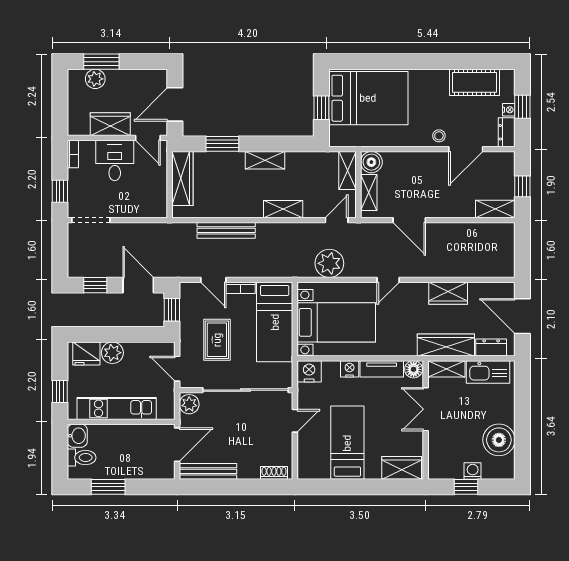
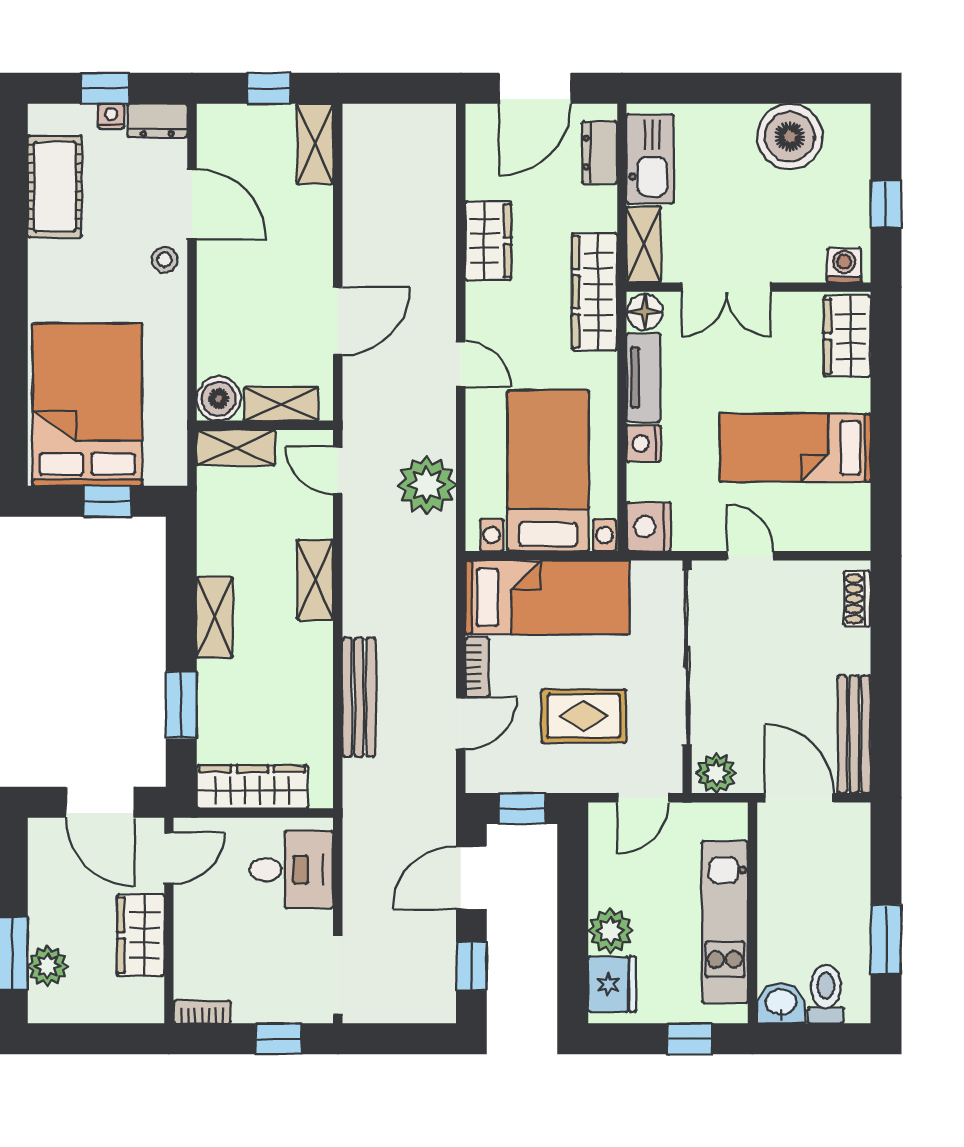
desk: (115, 160) -> (291, 870), moved, turned 180
wardrobe: (446, 345) -> (595, 292), moved
washing machine: (473, 471) -> (844, 265), moved, turned 90

